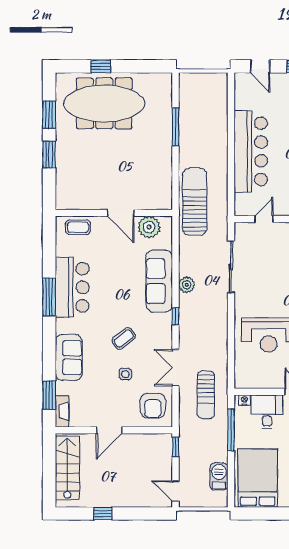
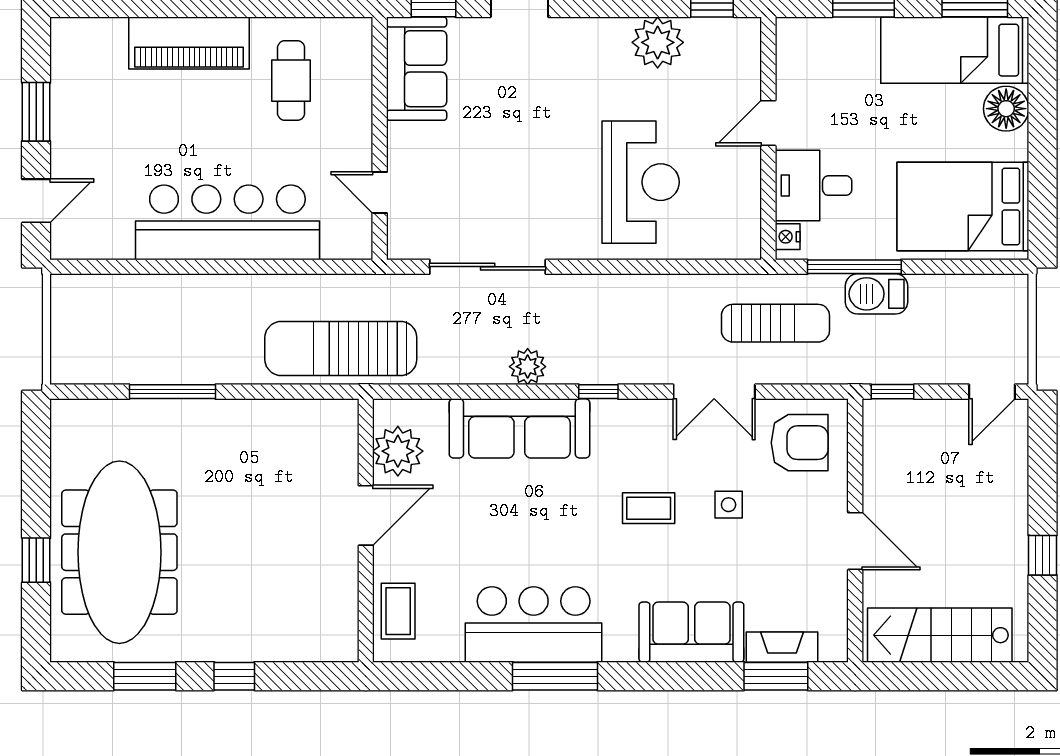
window: (49, 154) -> (234, 676), width x0.67
coffee table: (124, 338) -> (649, 508), turned -51
fireplace: (62, 411) -> (782, 647), moved
barbecue: (219, 476) -> (876, 294), moved

